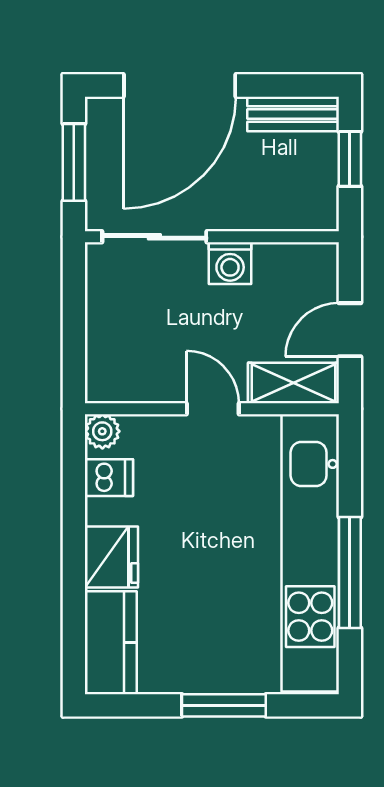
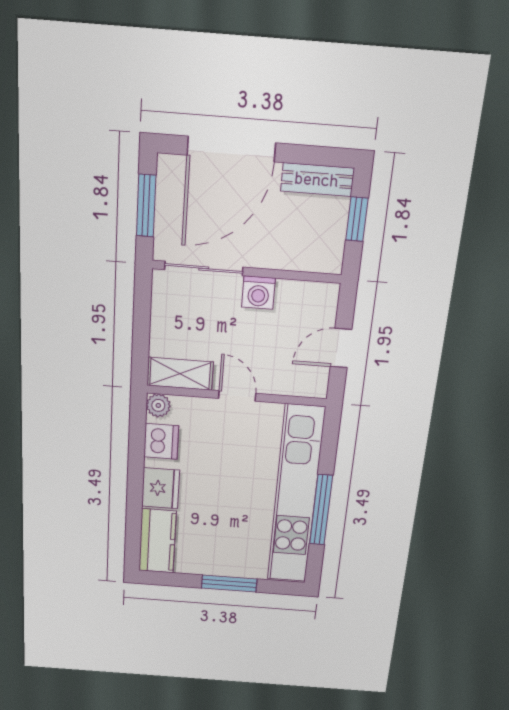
shelving: (293, 383) -> (180, 374), moved
dishwasher: (109, 478) -> (161, 441), width x1.38

